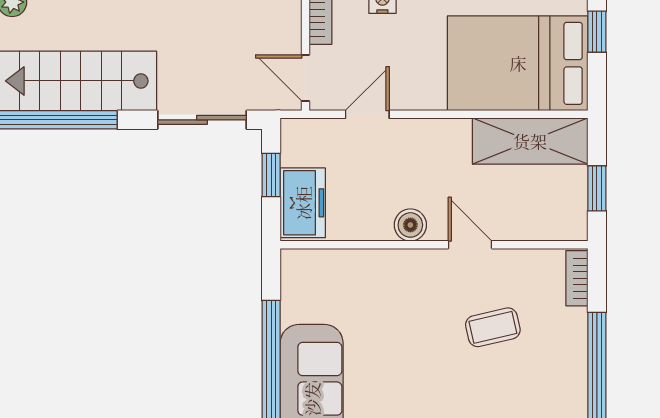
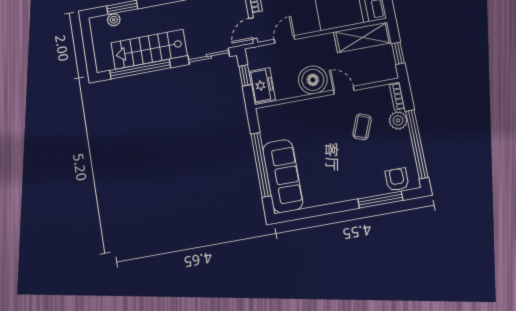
door: (305, 78) -> (253, 28), hinge flipped
boiler: (410, 225) -> (313, 80), width x1.86, depth x1.86
coffee table: (493, 327) -> (362, 127), turned -55
plant: (569, 328) -> (398, 120), added

